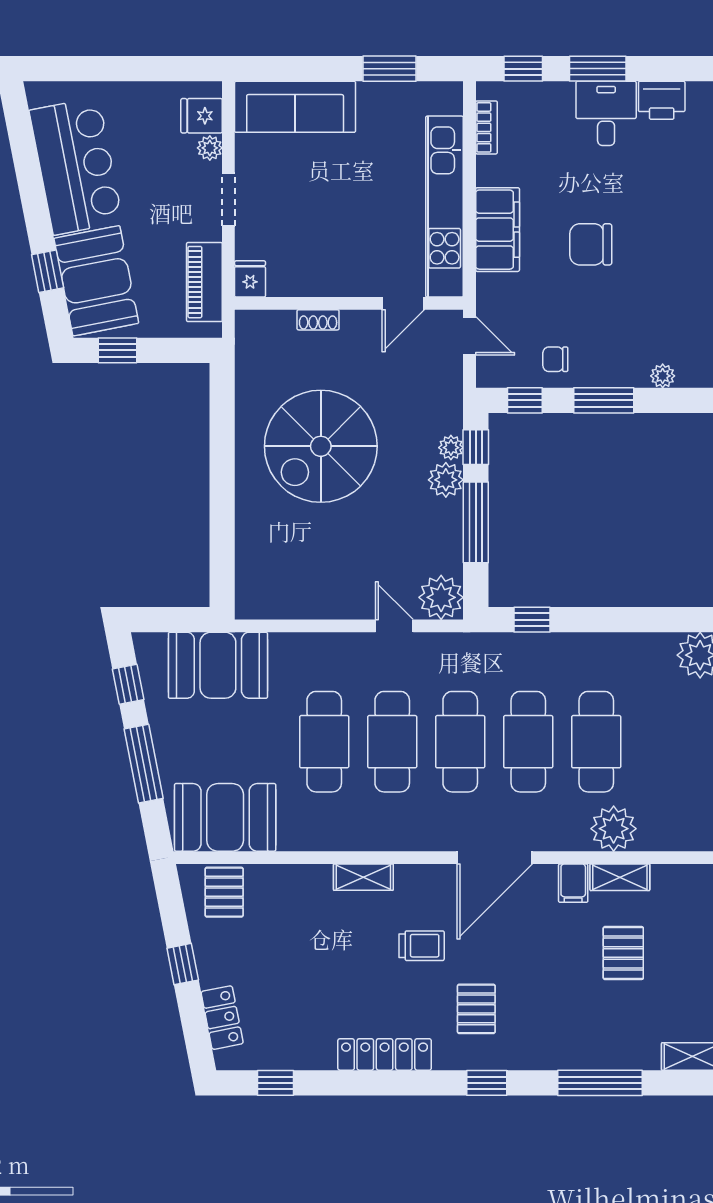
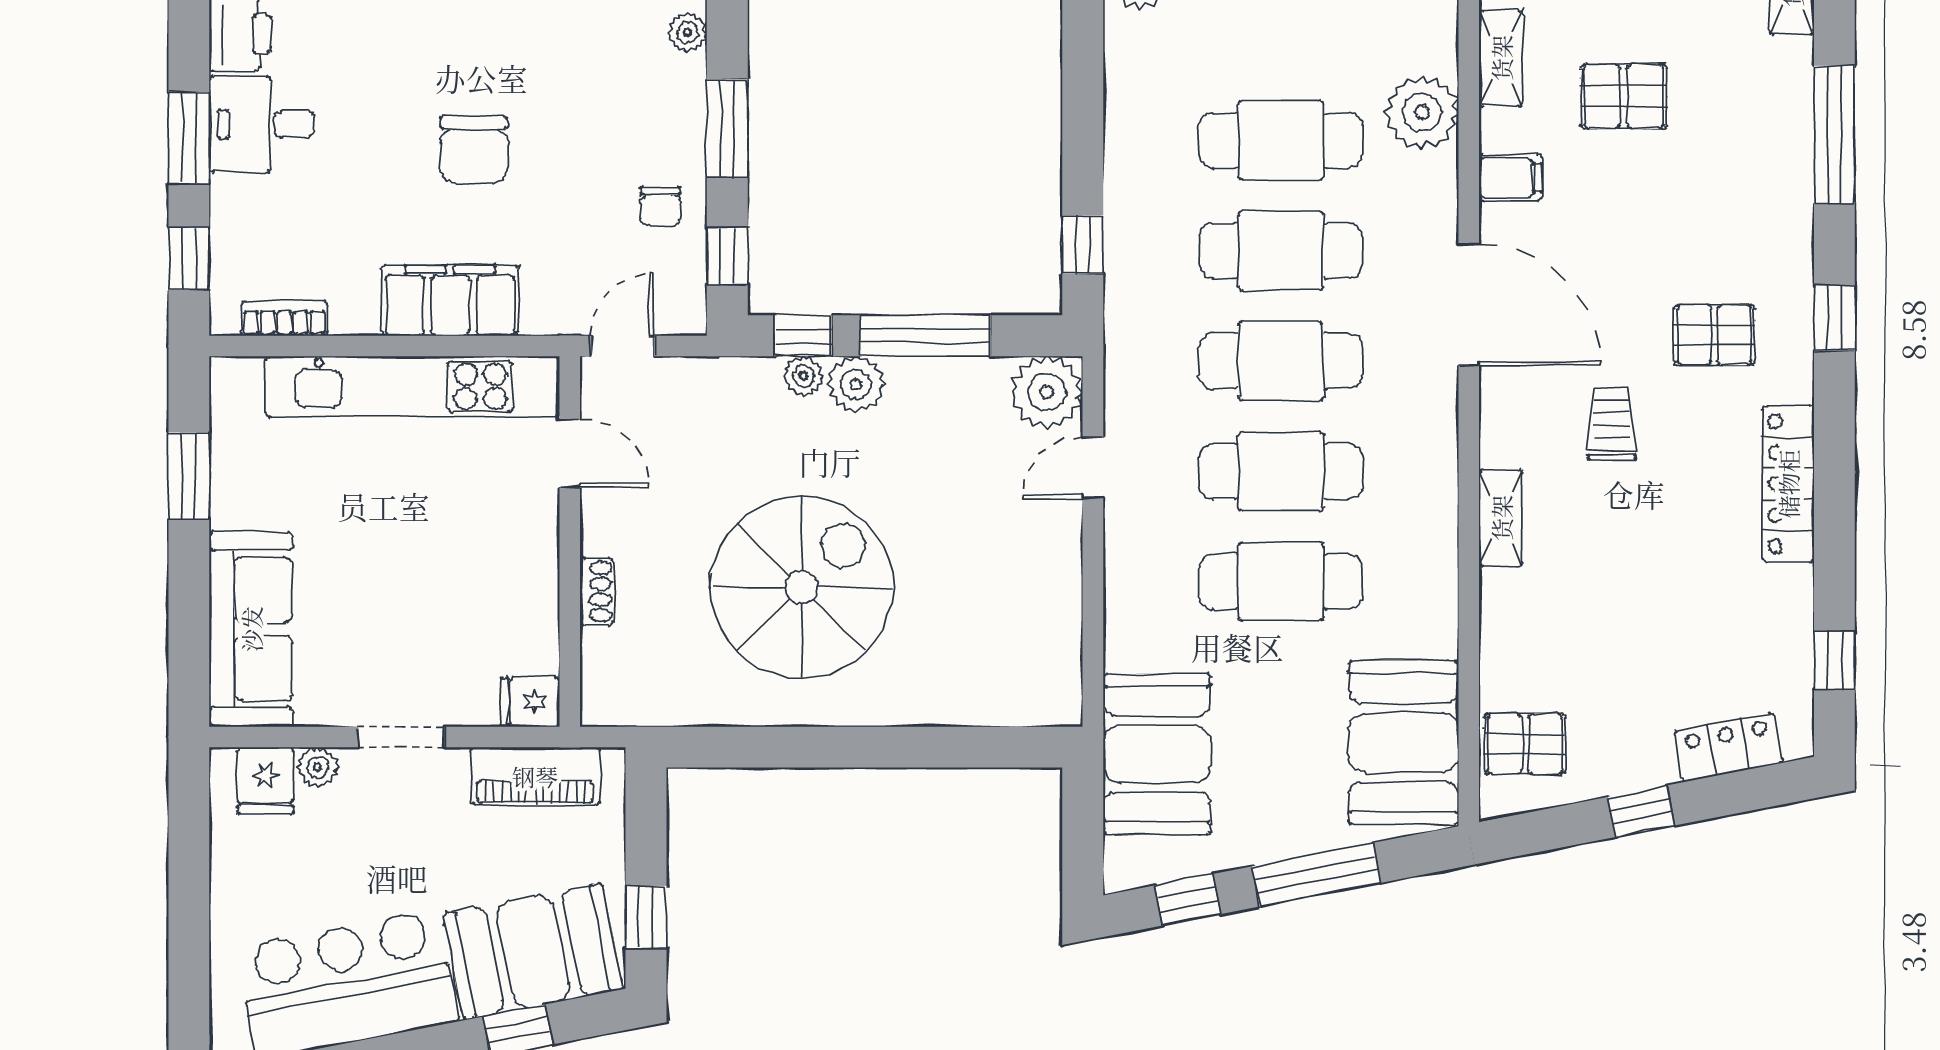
spiral stairs: (321, 446) -> (802, 587), turned -90
shelving: (620, 877) -> (1501, 58), moved

